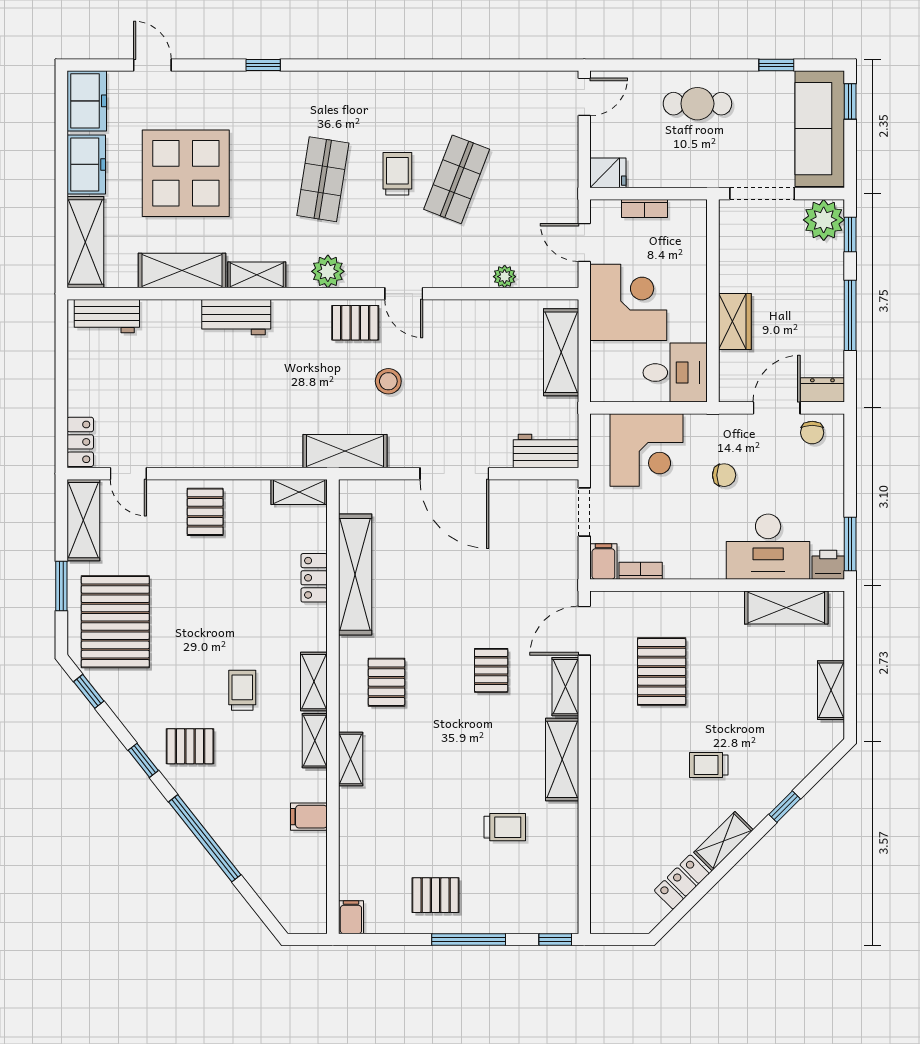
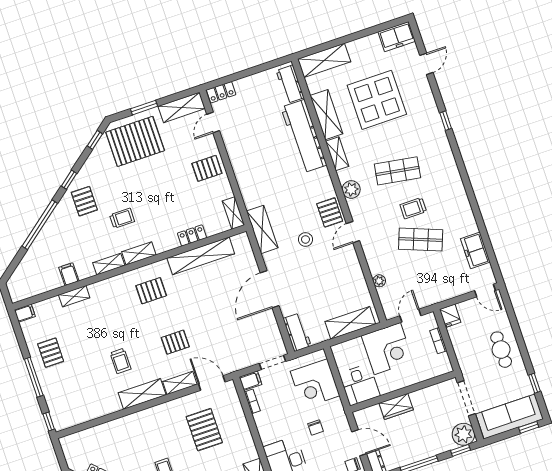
freezer: (86, 164) -> (475, 250), moved, turned 90
trolley: (397, 174) -> (413, 208), turned 180
workbench: (236, 317) -> (304, 136), width x1.88, depth x1.32
pallet: (662, 672) -> (204, 430), turned 90
shelving: (351, 759) -> (74, 296), moved
trolley: (505, 827) -> (120, 361), moved

